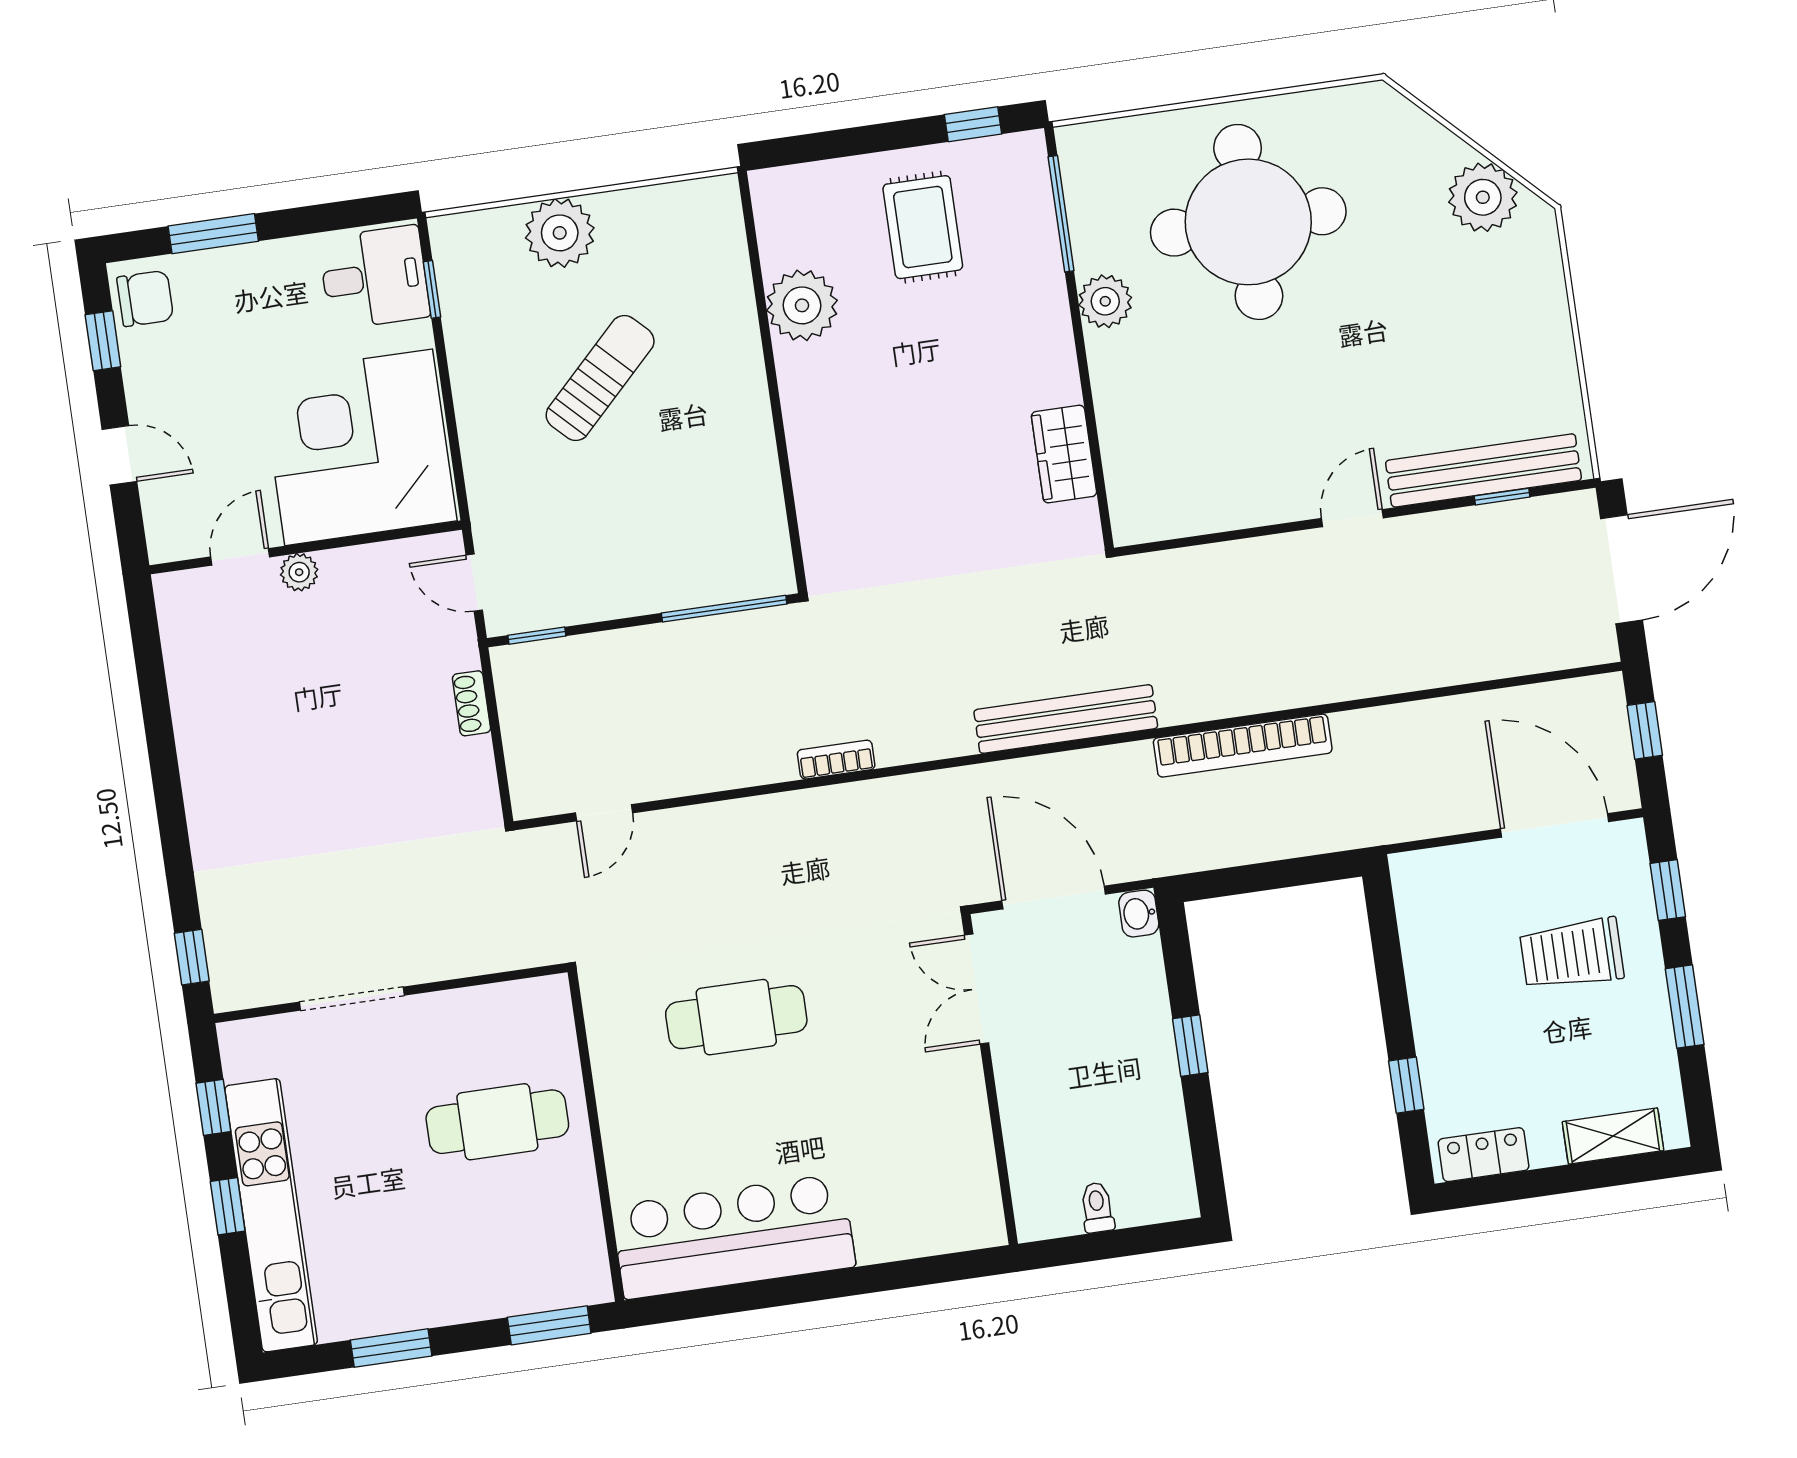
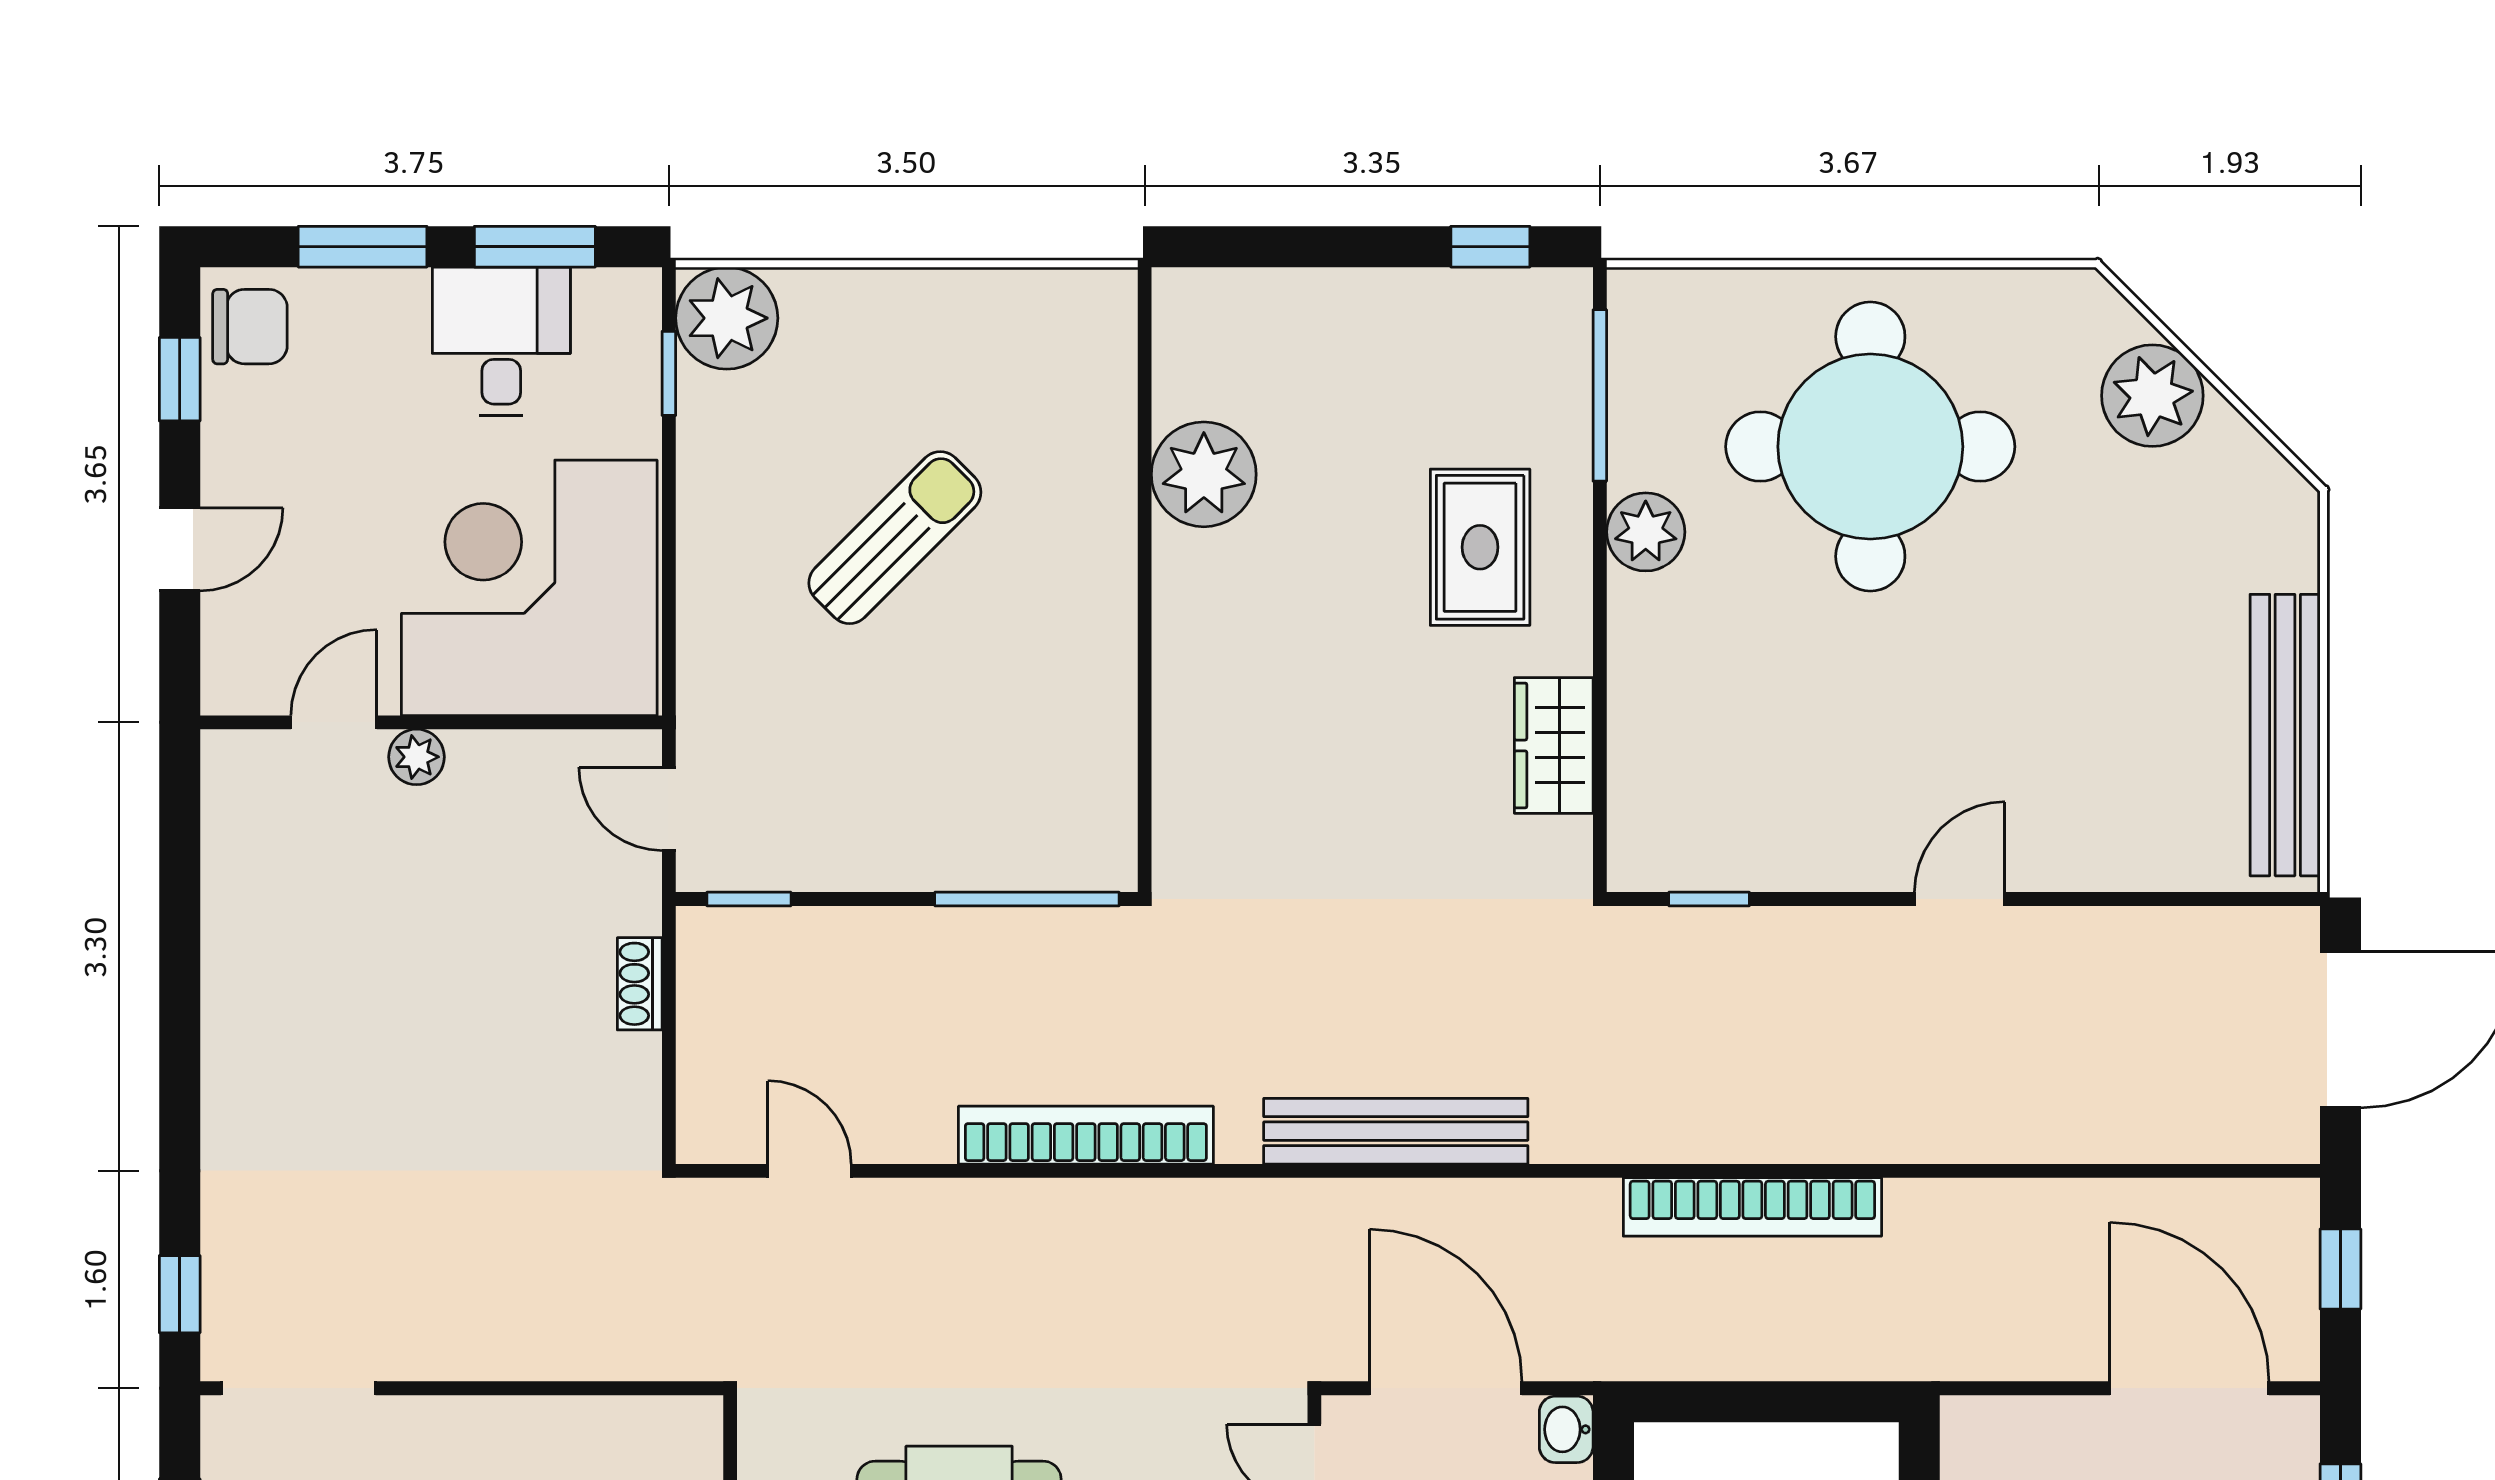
plant: (1483, 197) -> (2152, 396), moved
window: (329, 217) -> (535, 247), added
rug: (923, 227) -> (1480, 547), moved
plant: (560, 233) -> (727, 318), moved
desk: (374, 277) -> (501, 342), moved, turned -90
door: (119, 455) -> (180, 549), hinge flipped
bench: (1483, 470) -> (2285, 735), moved, turned 90
window: (1502, 497) -> (1709, 899), moved
bench: (1066, 719) -> (1396, 1131), moved
bookcase: (836, 760) -> (1086, 1135), width x2.31, depth x1.31
door: (604, 813) -> (809, 1171), swing flipped
doorway: (352, 999) -> (298, 1388), moved

